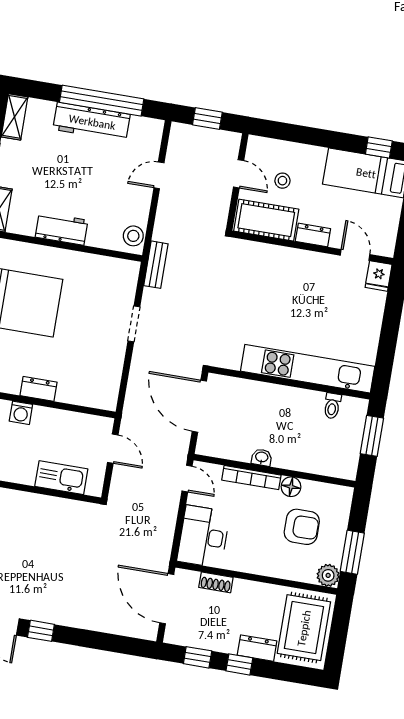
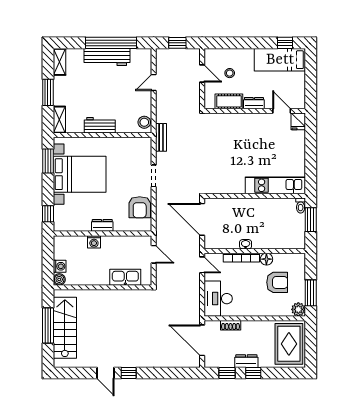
cot: (266, 220) -> (229, 101), width x0.73, depth x0.75
kitchen unit: (308, 369) -> (275, 185), width x0.73
armchair: (103, 370) -> (140, 207), added
toilet: (332, 406) -> (301, 205), moved
dresser: (257, 648) -> (246, 361), moved

